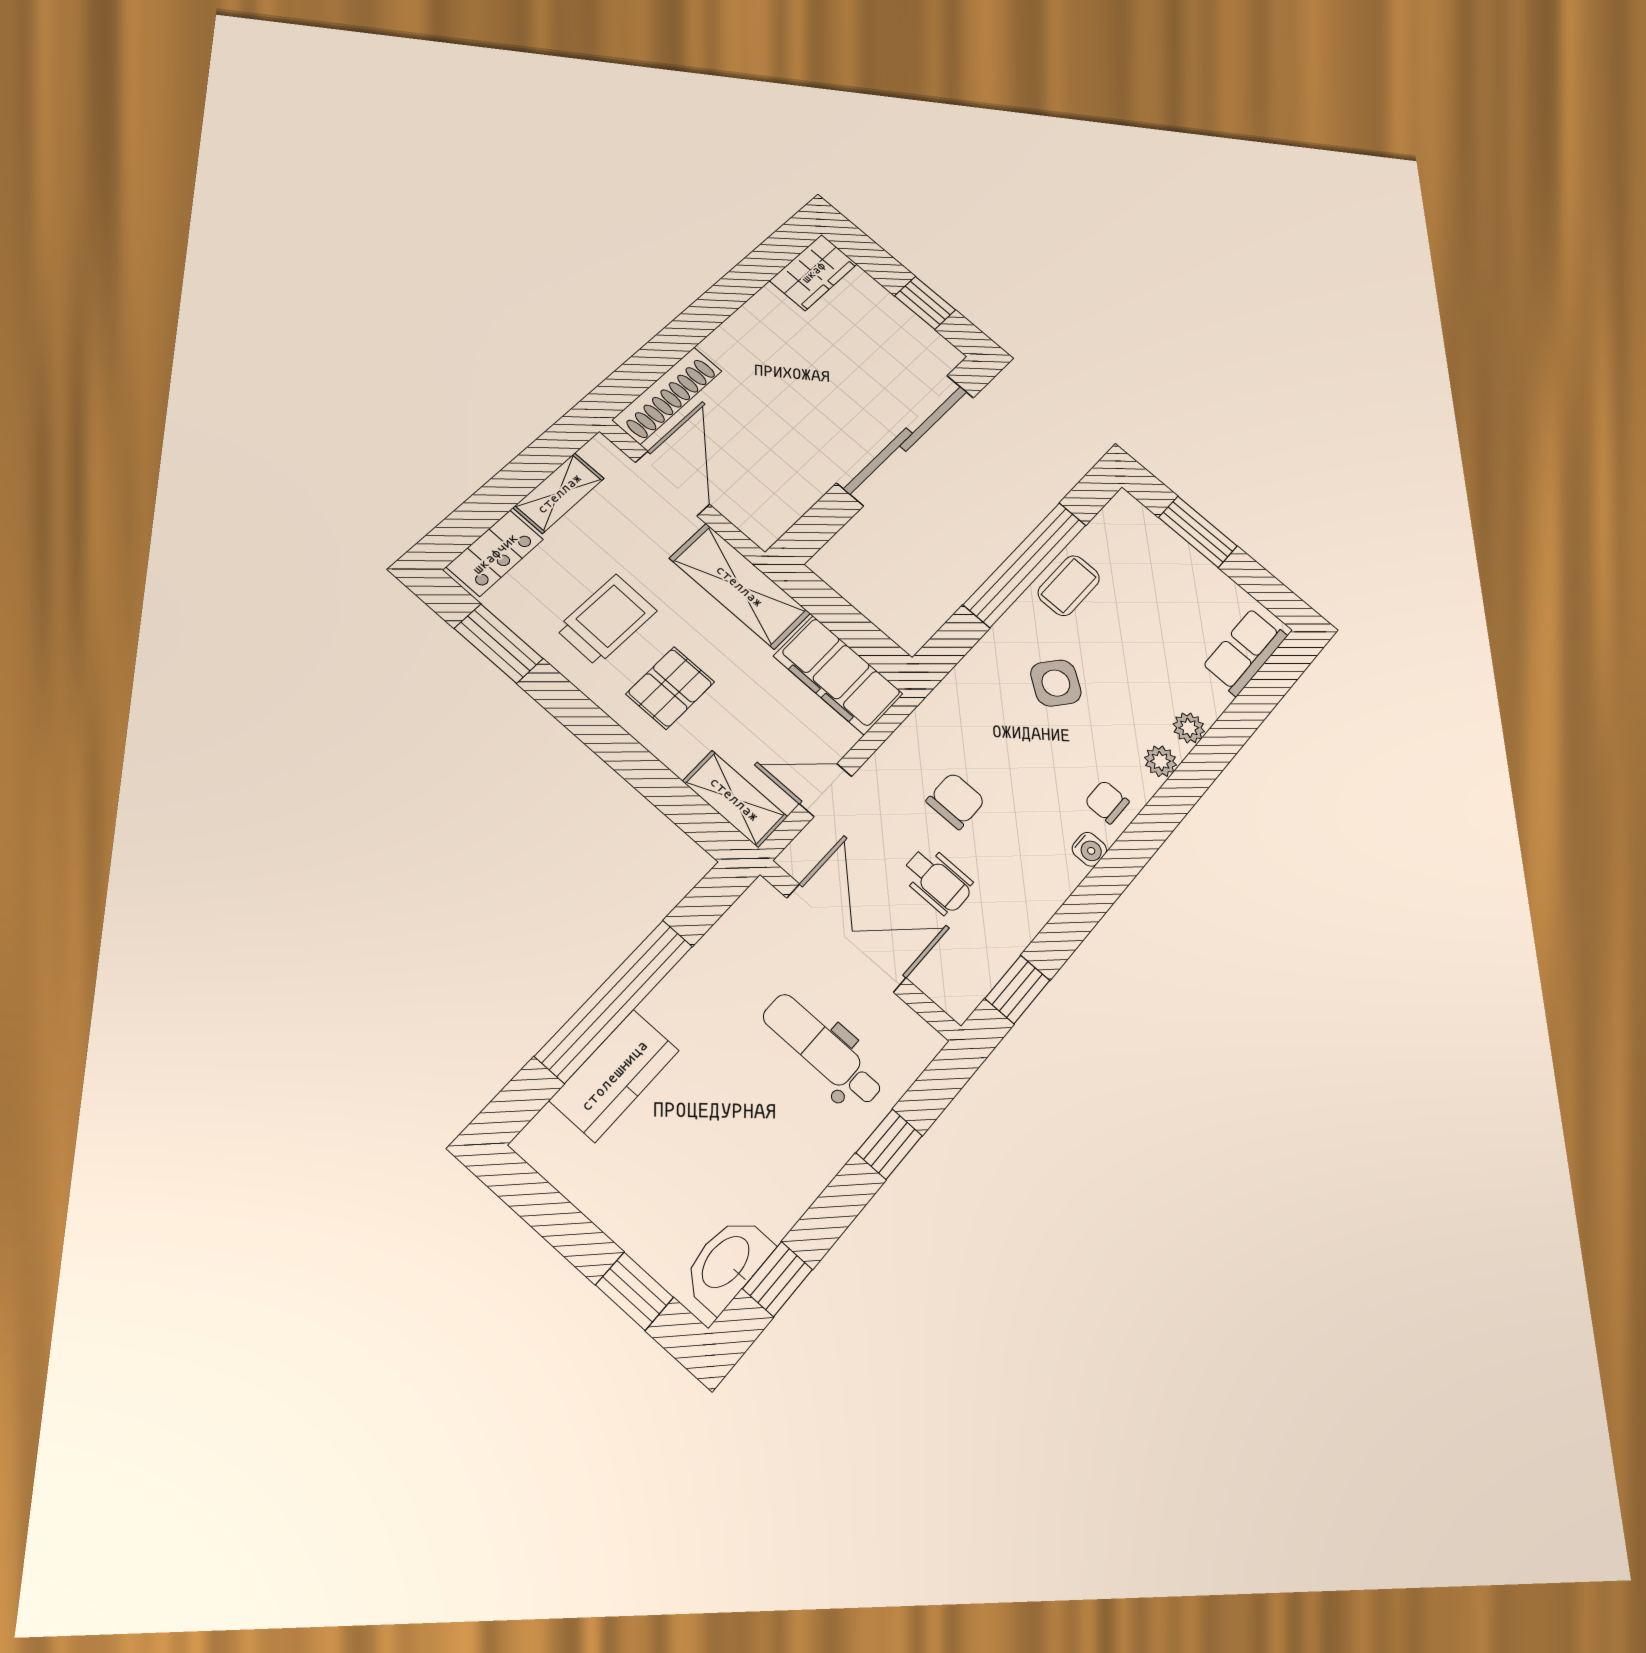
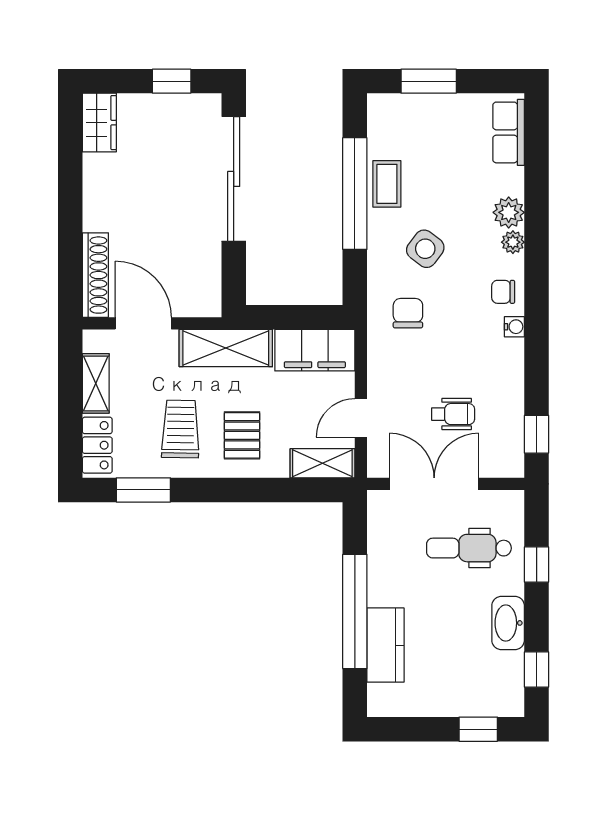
plant: (1189, 728) -> (509, 212), width x1.38, depth x1.38
chair: (956, 801) -> (408, 313), moved
washbasin: (727, 1263) -> (508, 623), moved

